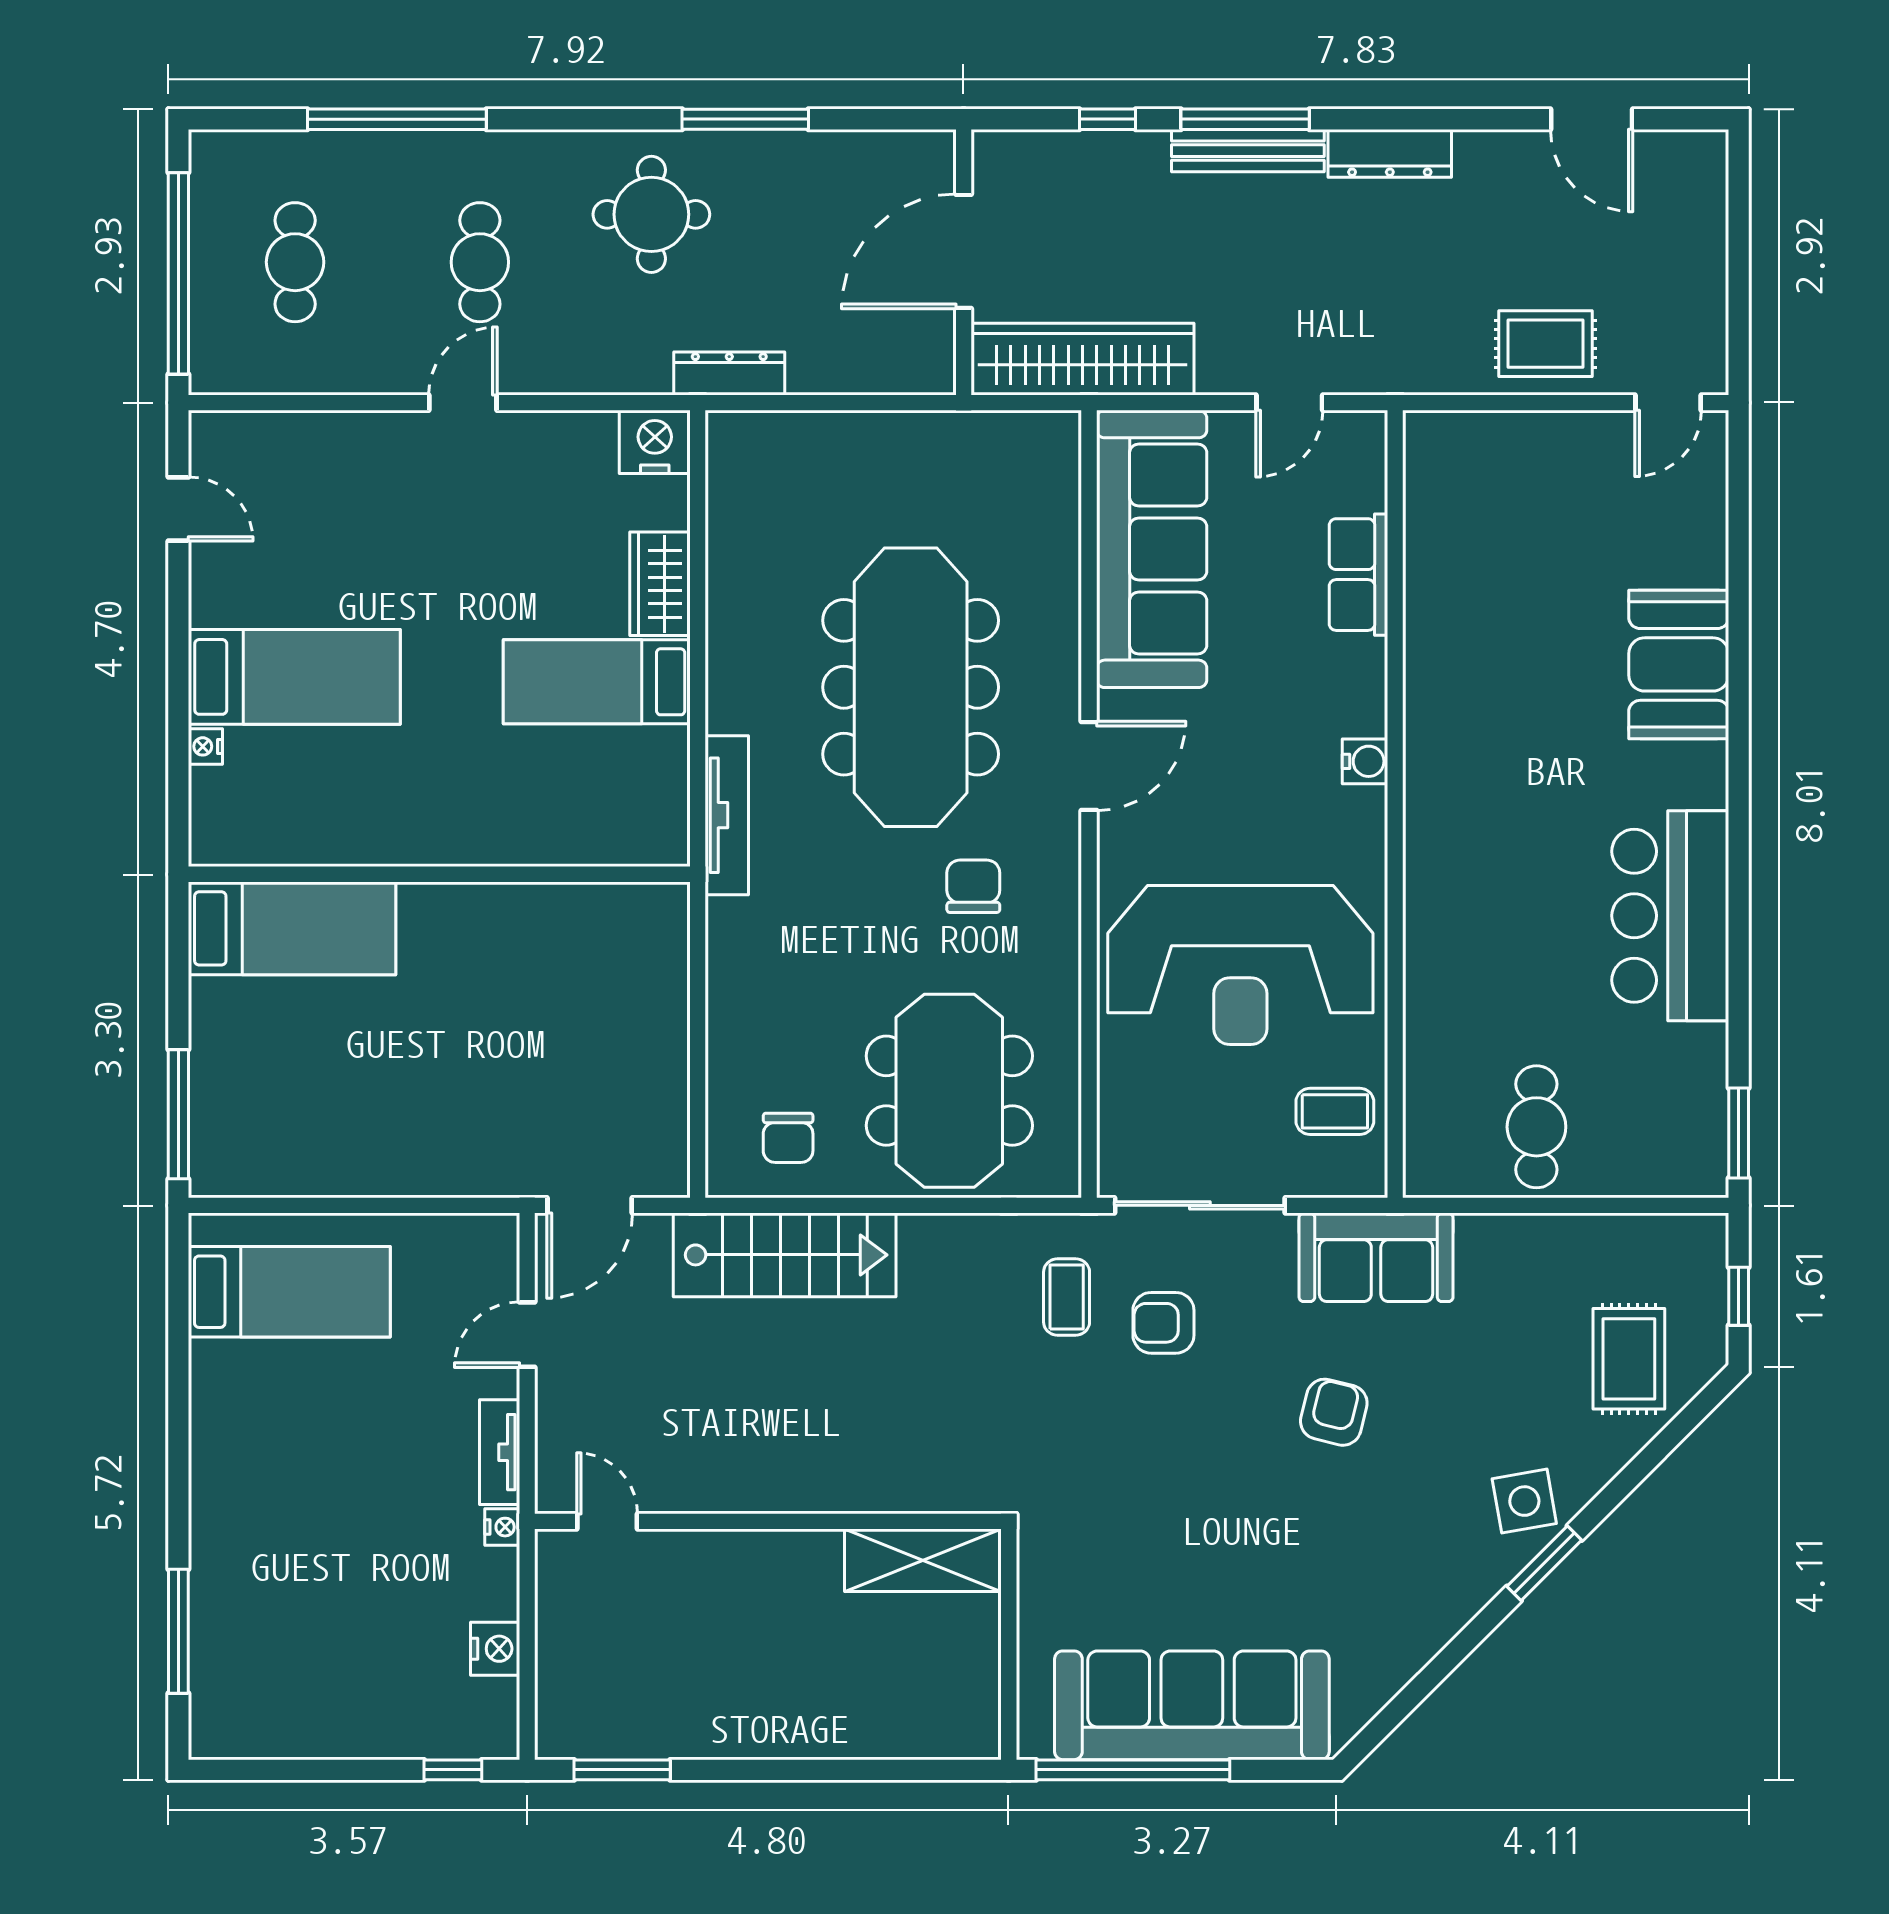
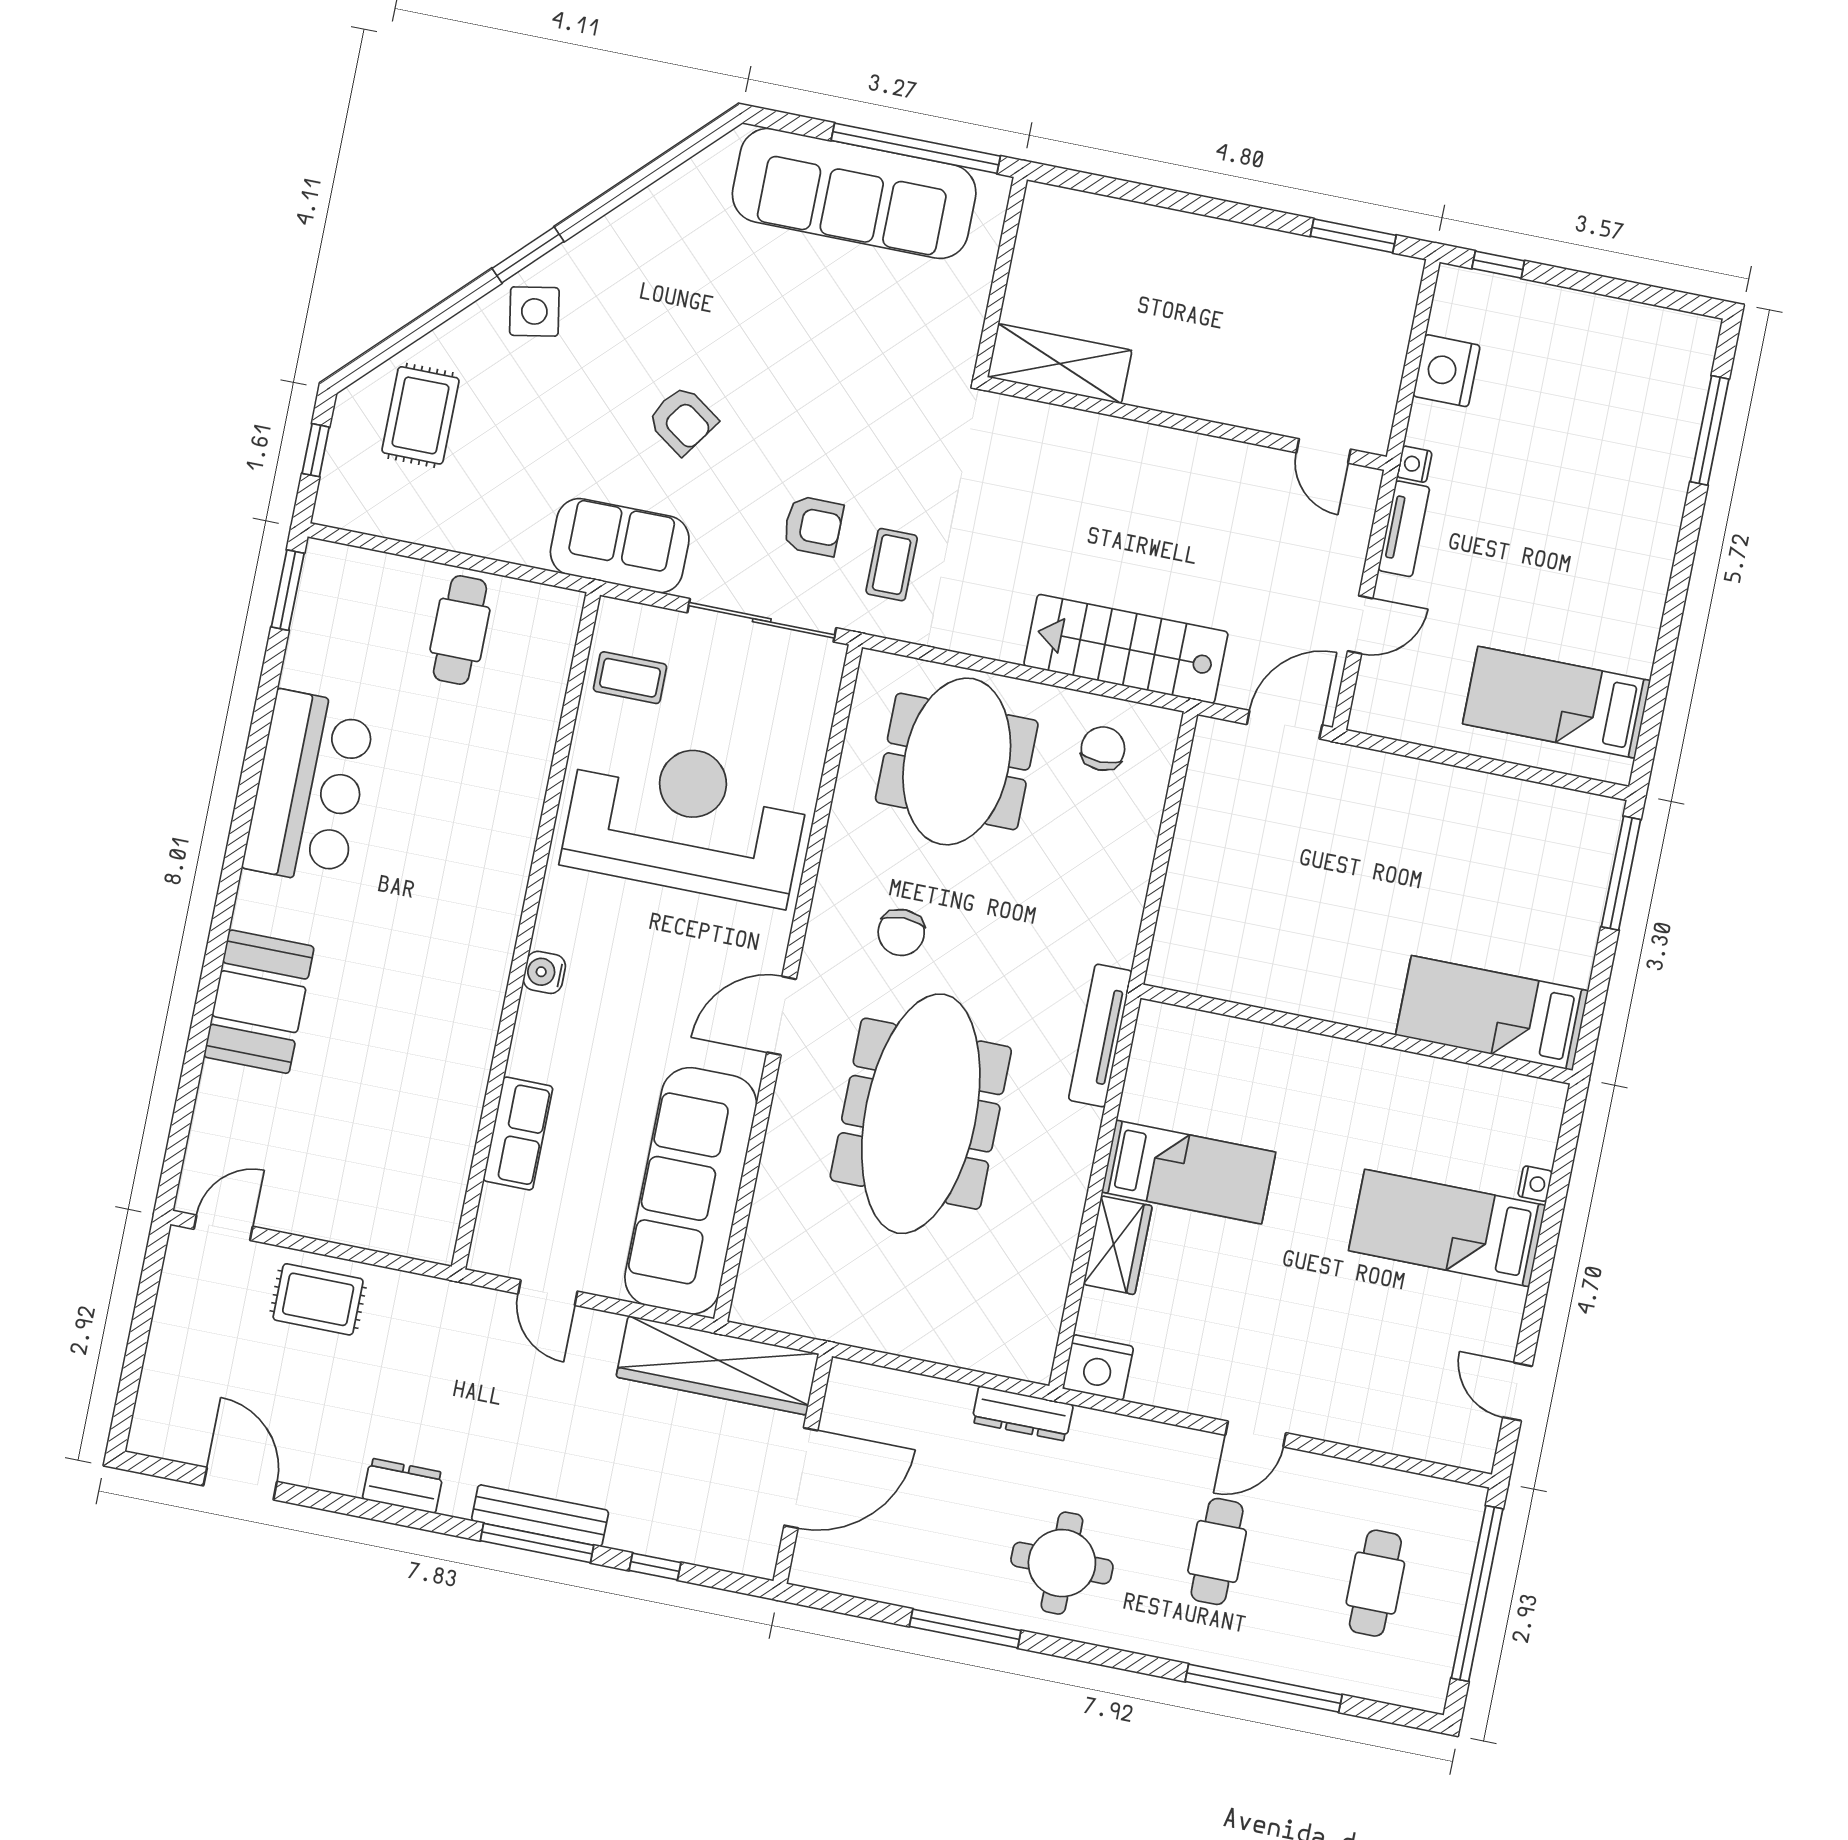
dresser: (1390, 153) -> (403, 1486), width x0.70
door: (1289, 403) -> (548, 1293), swing flipped
armchair: (1334, 1412) -> (682, 420), turned -69
nightstand: (495, 1649) -> (1446, 371), width x1.36, depth x1.33

